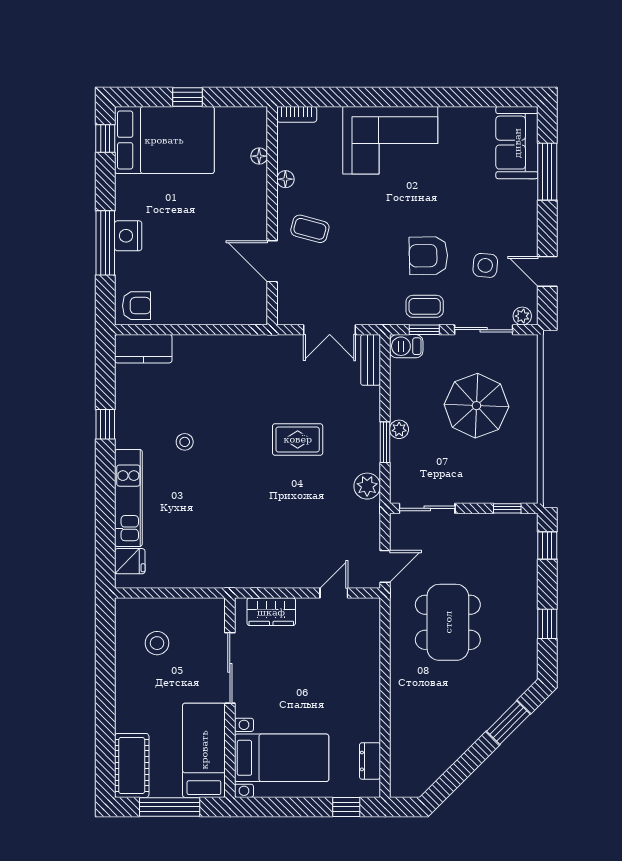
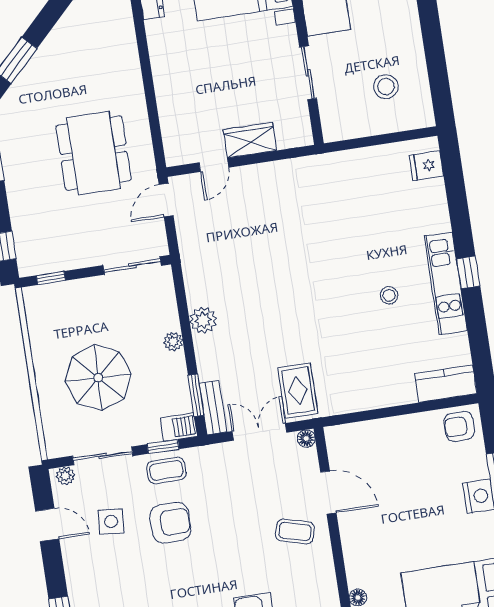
floor lamp: (285, 179) -> (306, 439), moved
window: (105, 424) -> (468, 272), moved
rug: (298, 439) -> (298, 390), moved, turned 90
window: (385, 442) -> (196, 395), moved
plant: (367, 486) -> (203, 320), moved
kitchen unit: (128, 498) -> (446, 283), moved
wardrobe: (271, 612) -> (250, 140), moved
sliding door: (230, 668) -> (308, 73), width x0.73

